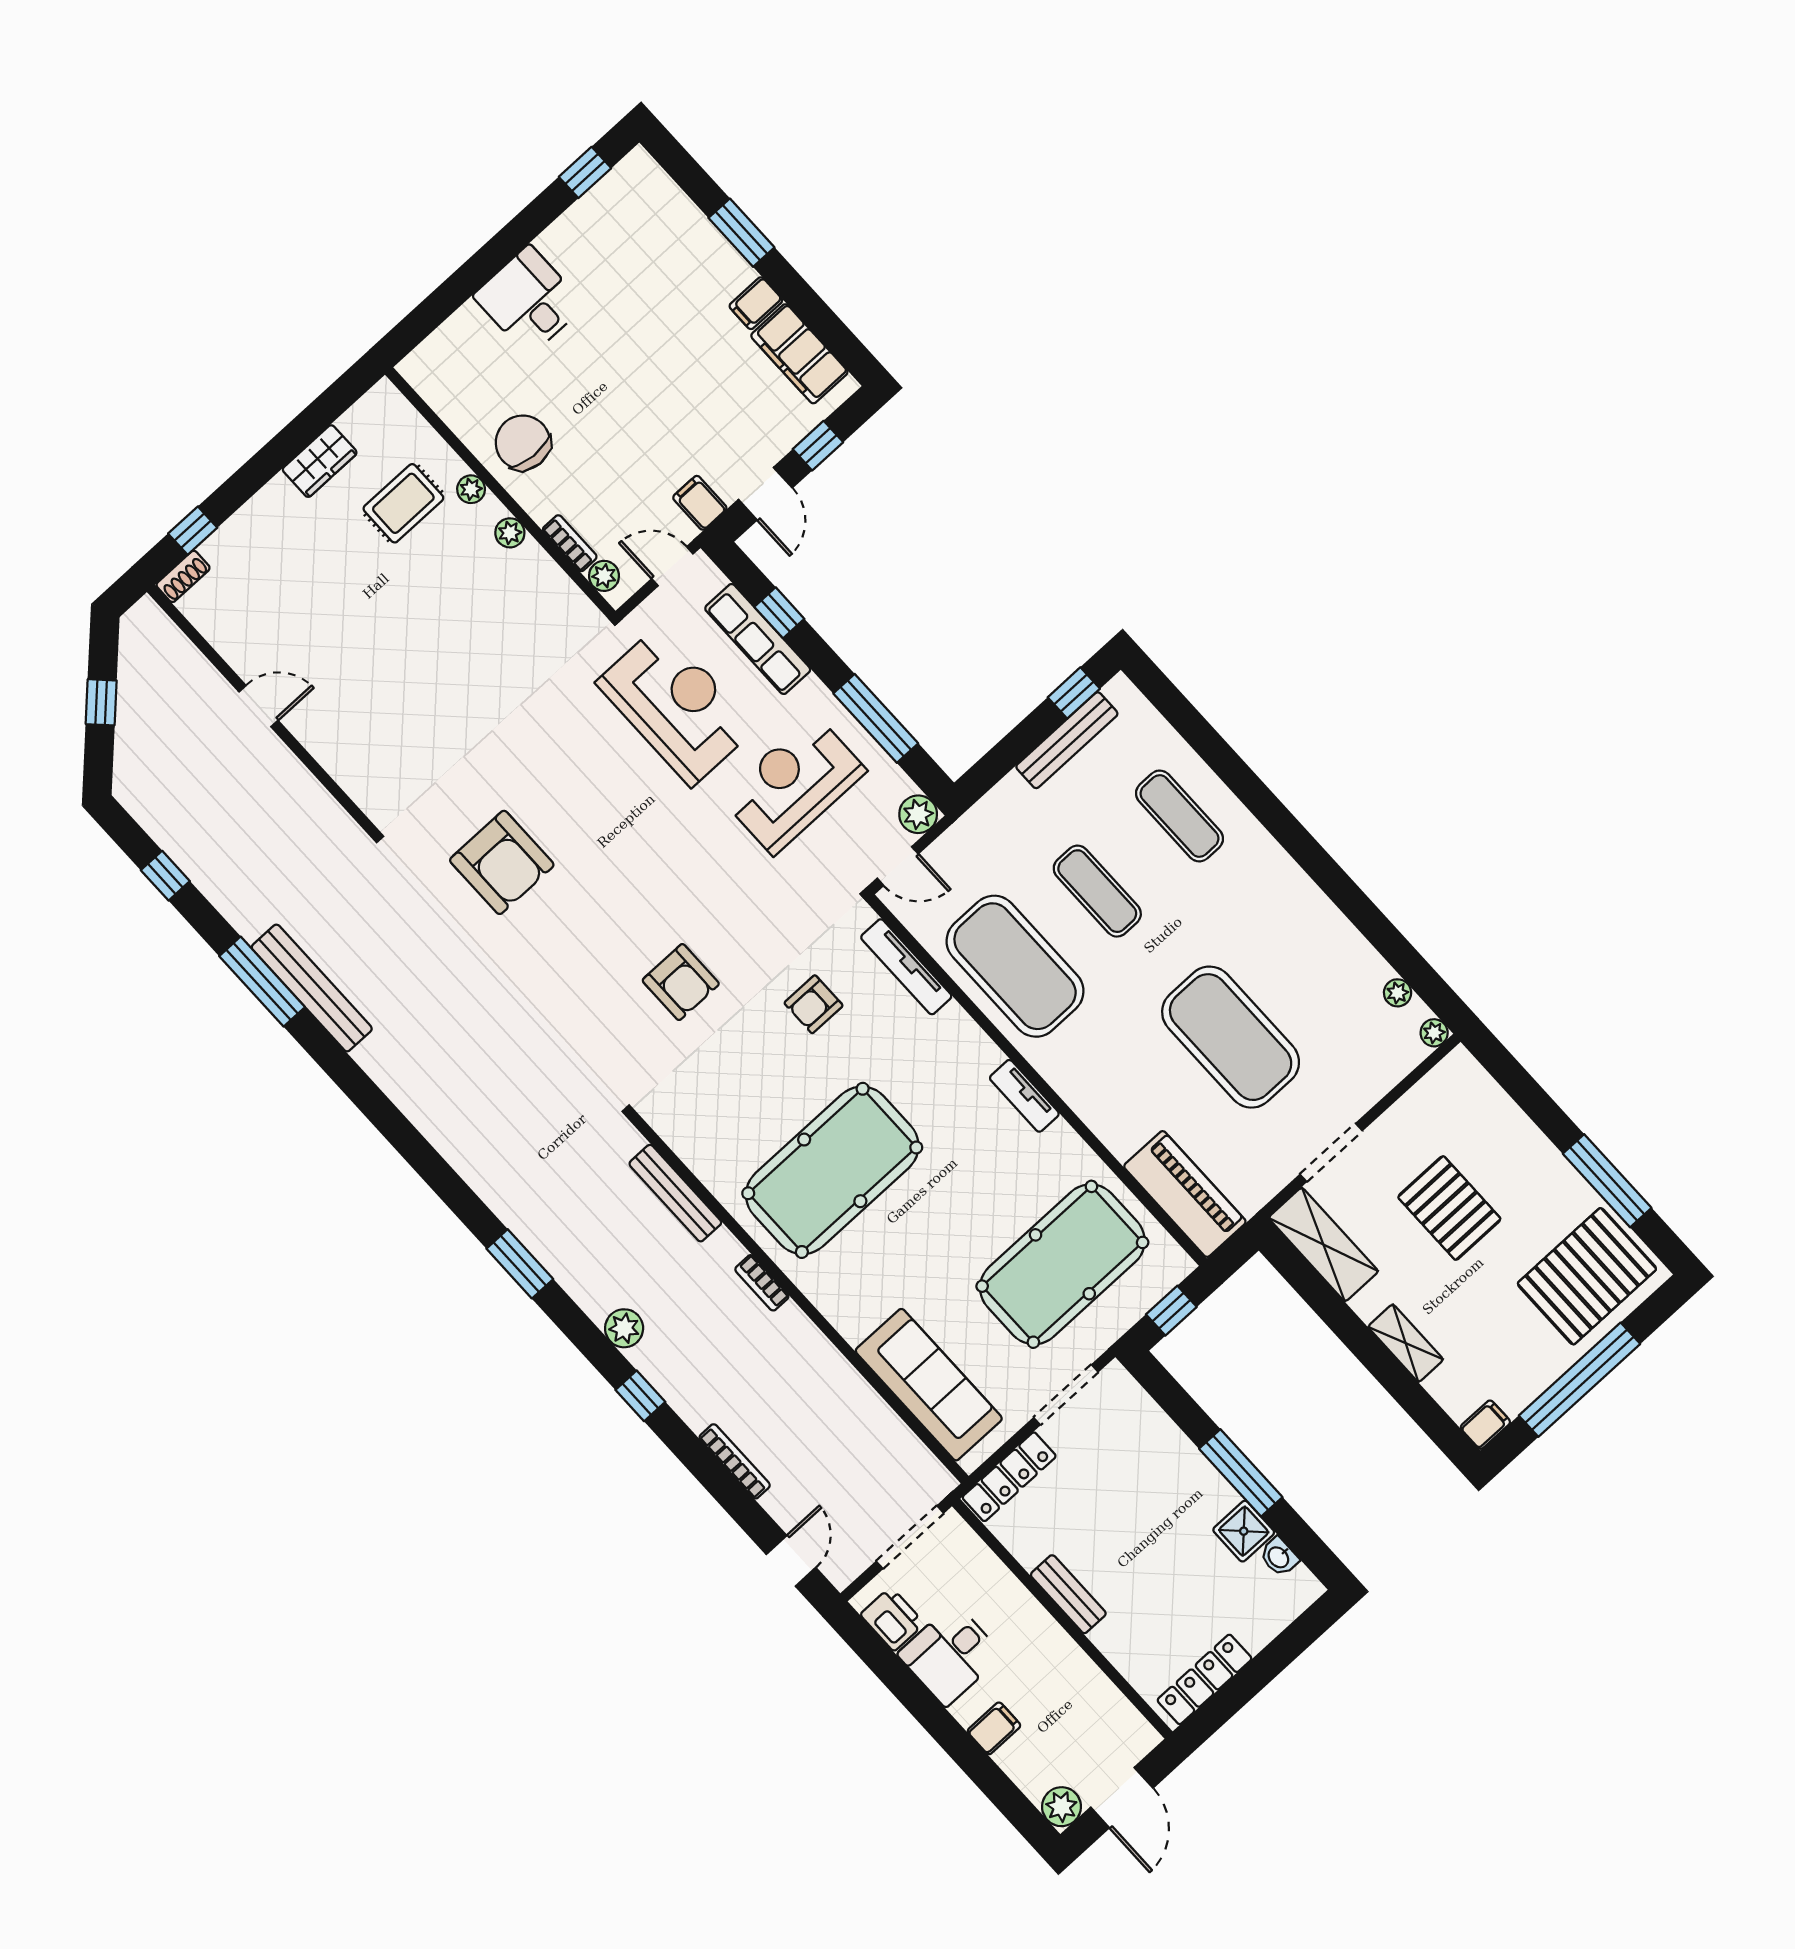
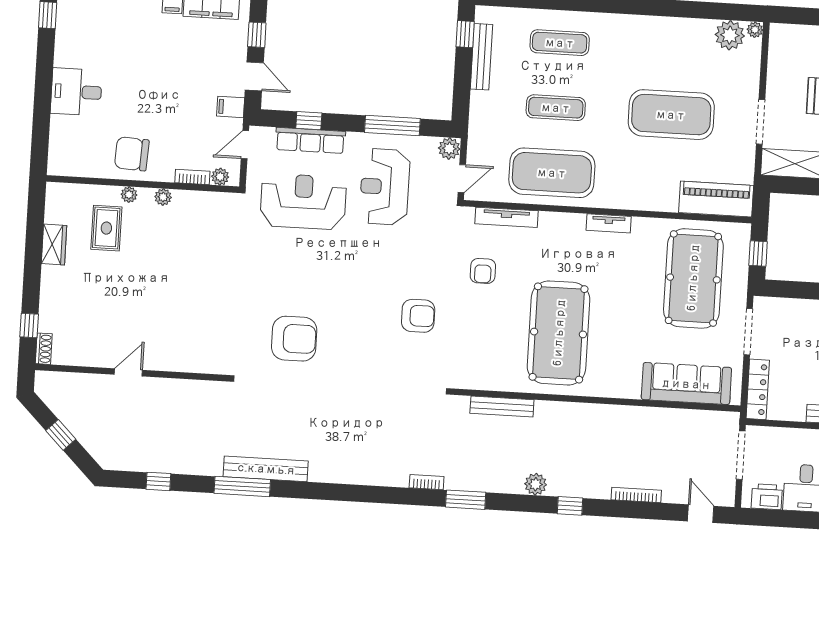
plant: (1398, 993) -> (730, 35), width x1.88, depth x1.88
bookcase: (762, 1283) -> (427, 482), moved, turned 180

